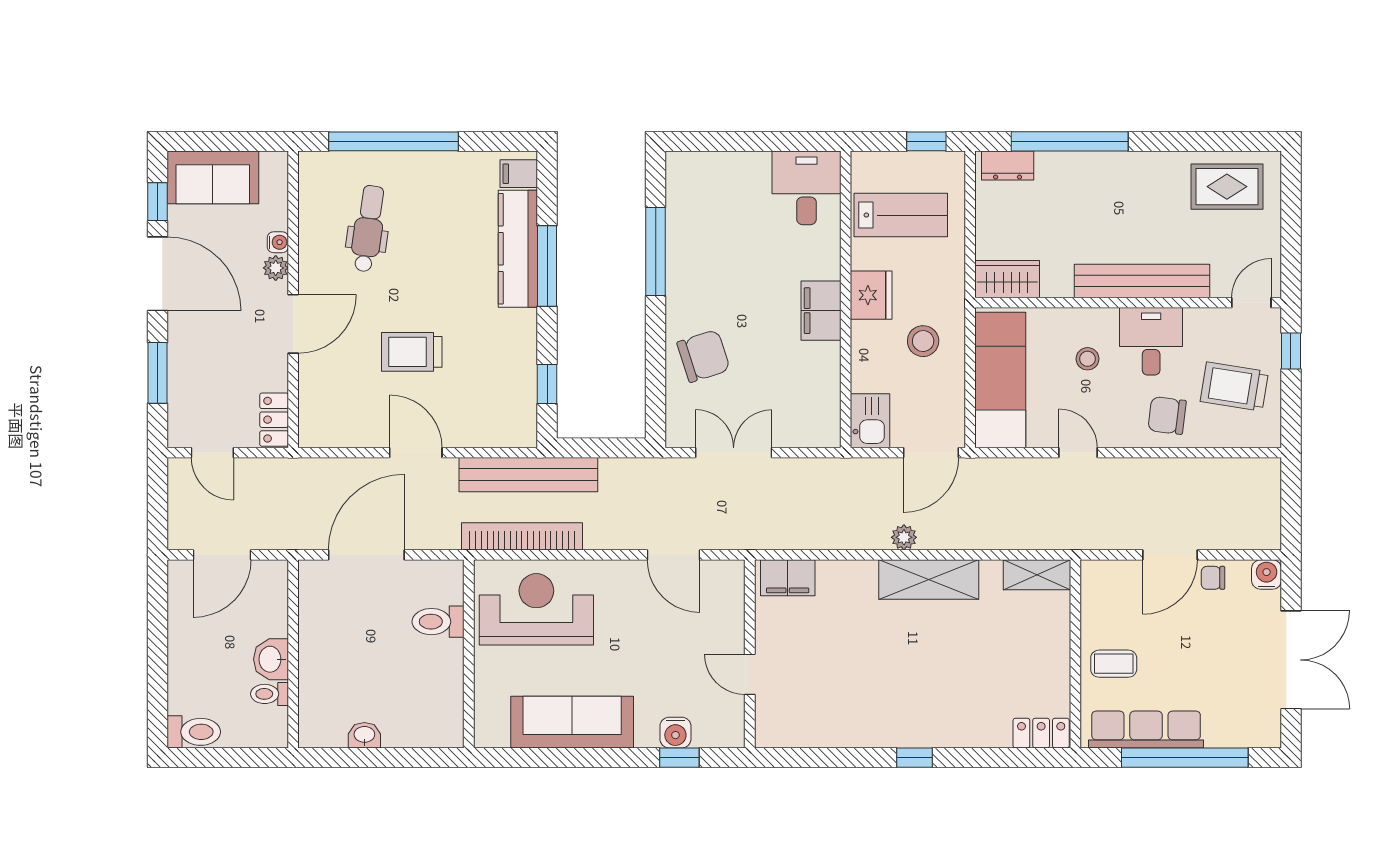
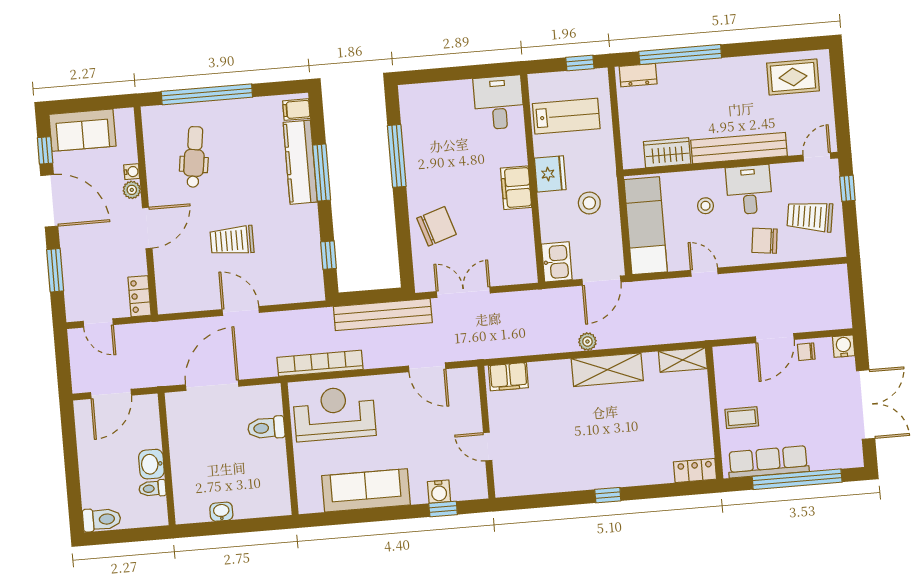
wardrobe: (1007, 279) -> (667, 153), moved
bench: (528, 475) -> (383, 315), moved

